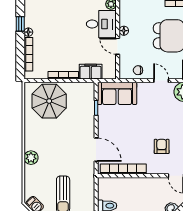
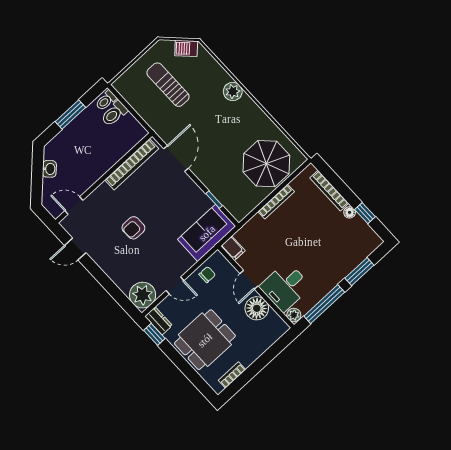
floor lamp: (124, 31) -> (257, 308), width x1.89, depth x1.89
door: (118, 46) -> (249, 280), swing flipped
filing cabinet: (91, 72) -> (233, 248), moved, width x0.50
armchair: (162, 146) -> (133, 228), moved, turned 90
door: (96, 150) -> (176, 158), swing flipped

